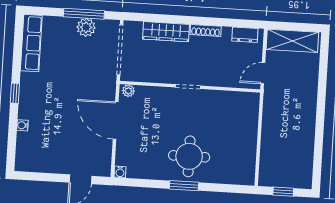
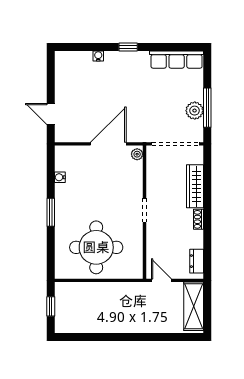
shoe rack: (206, 30) -> (199, 219), width x0.70
round table: (189, 156) -> (96, 247), moved, width x1.36, depth x1.36
water cooler: (120, 172) -> (60, 177), moved

